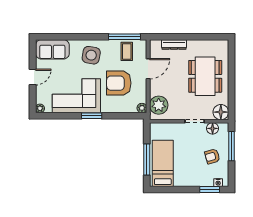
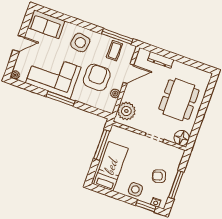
armchair: (119, 83) -> (97, 77), turned 90
plant: (142, 108) -> (115, 93), moved
window: (92, 116) -> (61, 99), width x1.44
floor lamp: (213, 128) -> (169, 150), removed
window: (231, 146) -> (176, 185), moved
window: (147, 160) -> (102, 145), moved
side table: (194, 177) -> (135, 189), added

